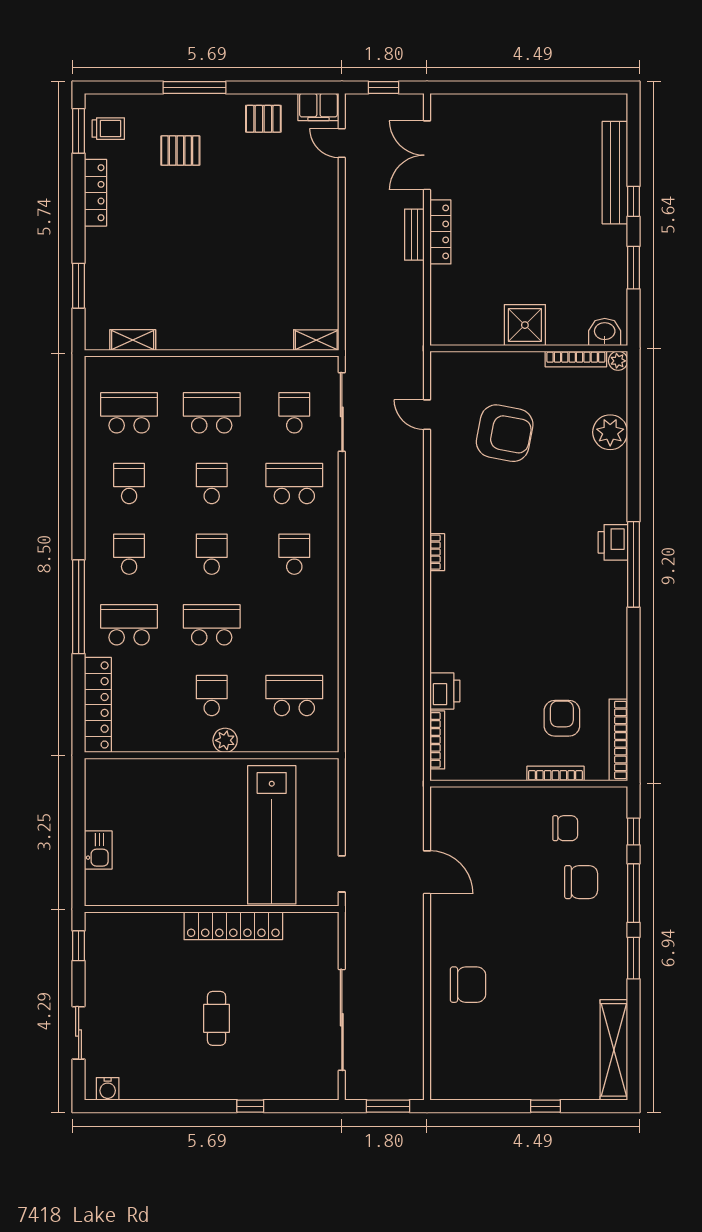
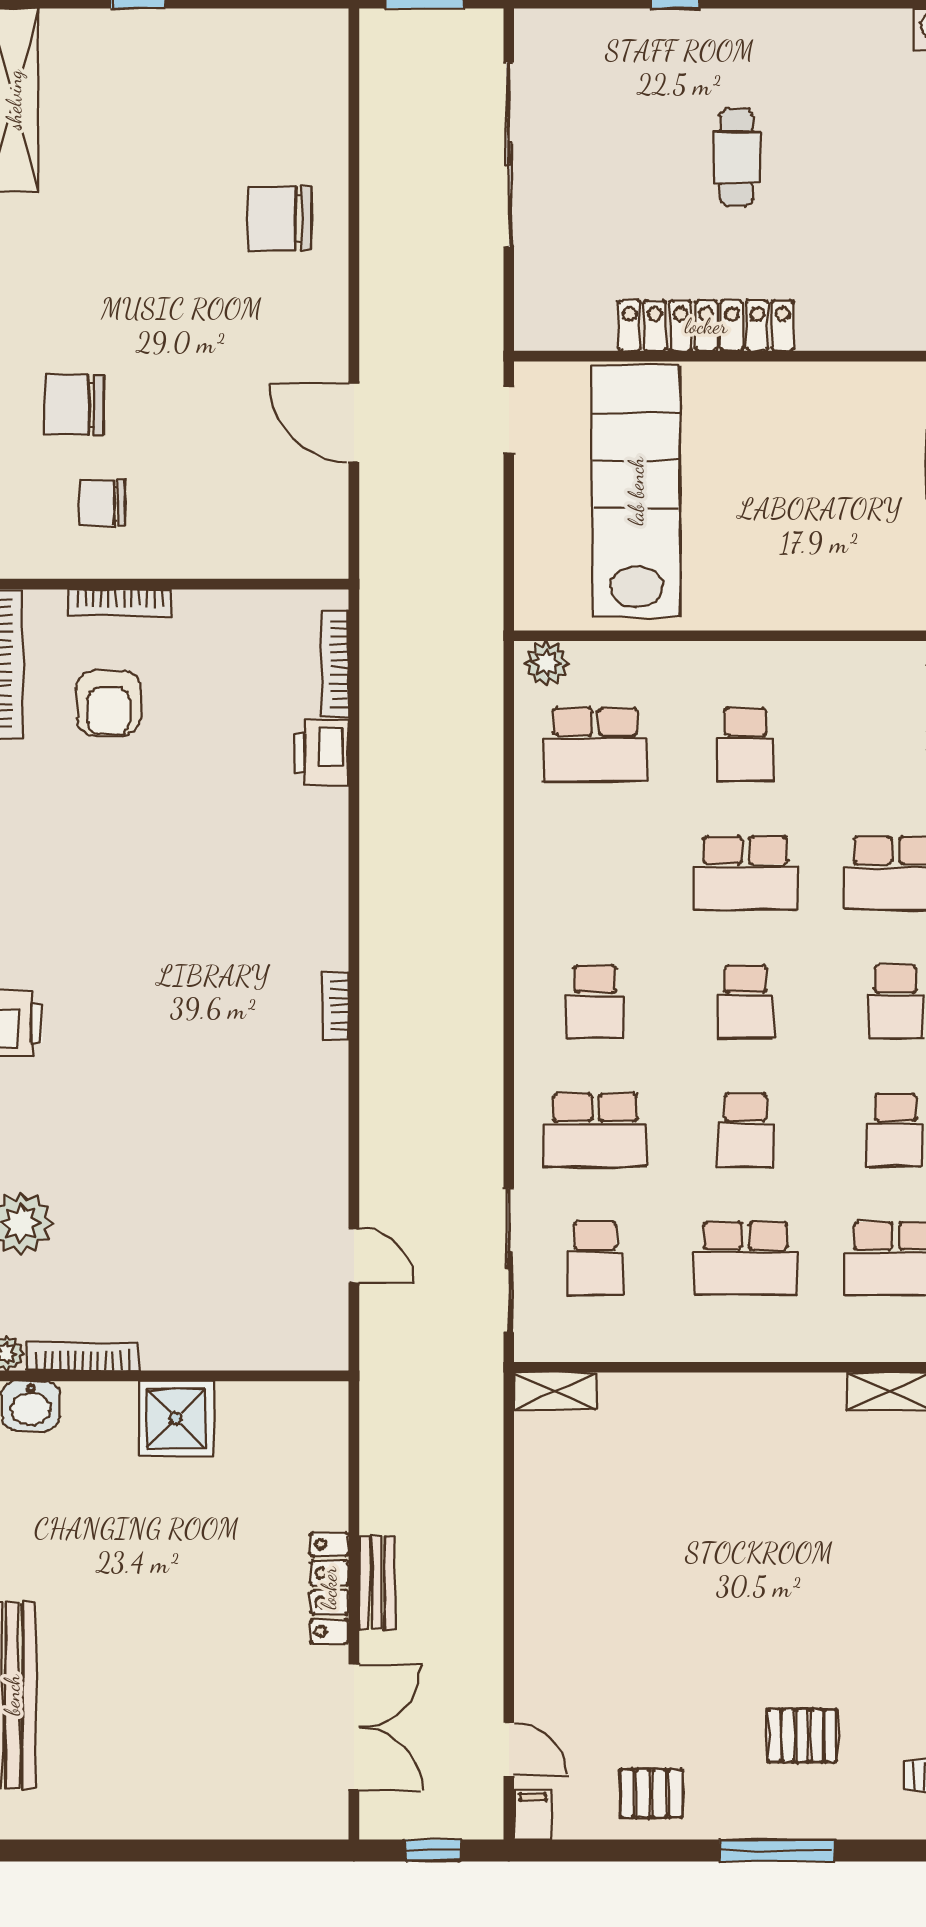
filing cabinet: (318, 107) -> (533, 1815), width x0.50
armchair: (505, 433) -> (213, 1222), removed
plant: (225, 740) -> (546, 663), moved

